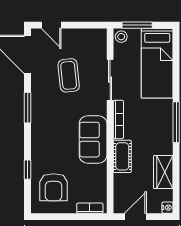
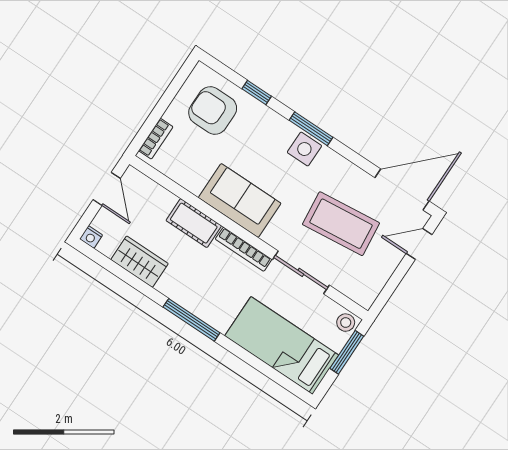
coffee table: (69, 75) -> (341, 224), width x1.36, depth x1.32
window: (28, 108) -> (311, 129), moved
side table: (41, 123) -> (304, 149), added

